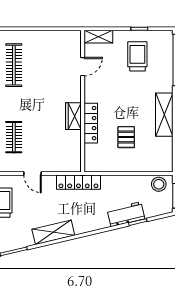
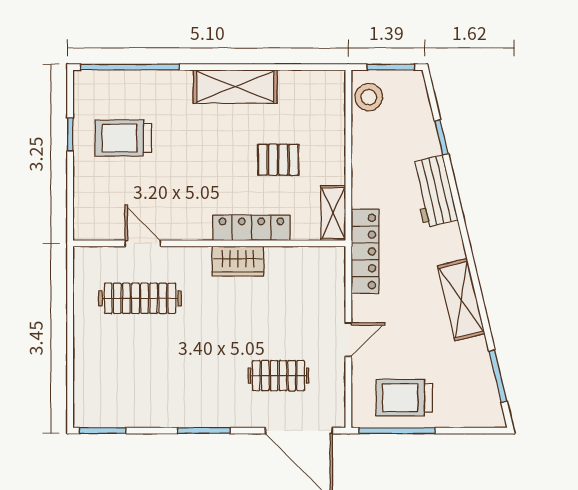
shelving: (98, 37) -> (333, 213), moved
clothes rail: (14, 65) -> (140, 298), moved
workbench: (126, 214) -> (434, 191), moved

